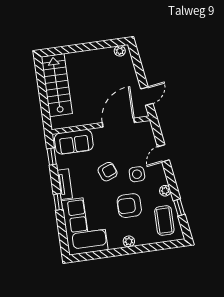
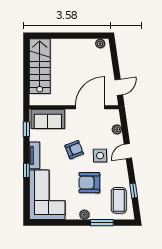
door: (163, 153) -> (128, 151), moved
plant: (165, 191) -> (117, 129), moved
window: (149, 248) -> (102, 223), added

